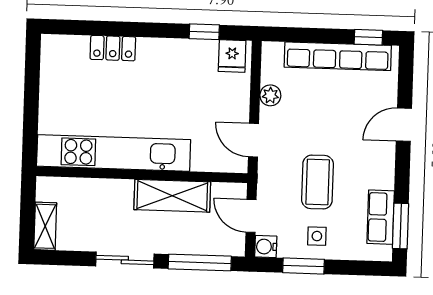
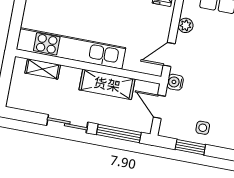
door: (254, 140) -> (169, 55), hinge flipped
coffee table: (318, 182) -> (209, 90), removed
shelving: (45, 226) -> (43, 69), moved, turned 90
water cooler: (266, 247) -> (175, 82), moved

